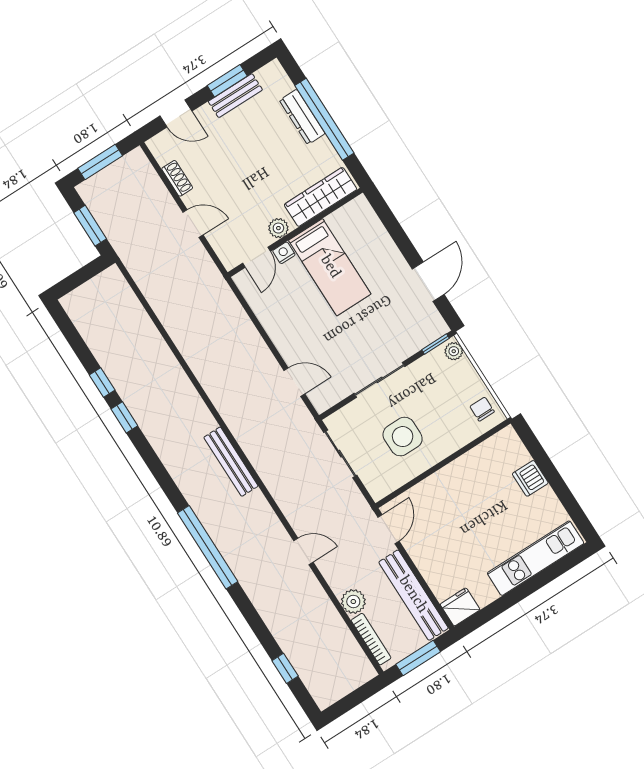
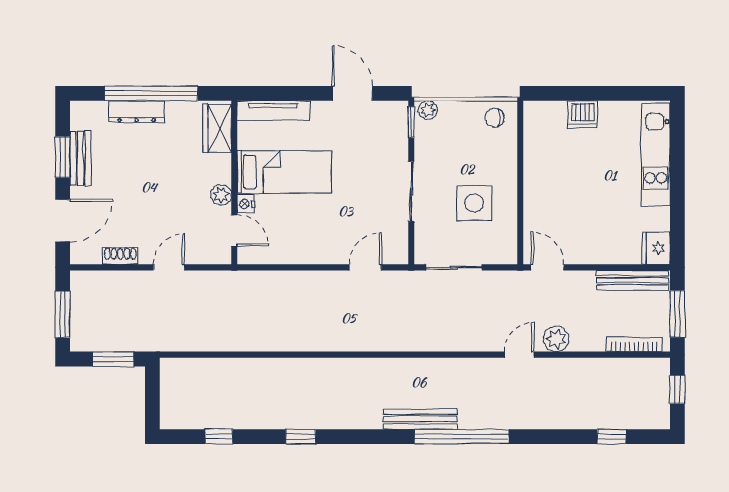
door: (176, 114) -> (63, 221), width x1.38
wardrobe: (320, 197) -> (217, 128), width x0.67
tv unit: (374, 227) -> (273, 110), added
window: (102, 382) -> (219, 437), moved
bench: (231, 462) -> (420, 419), moved
bench: (413, 595) -> (633, 280), width x0.73, depth x0.82
plant: (353, 601) -> (556, 339), moved
window: (357, 697) -> (677, 389), added

